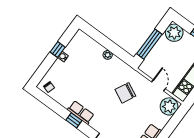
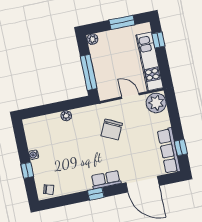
plant: (174, 33) -> (92, 39), width x0.53, depth x0.53
window: (58, 50) -> (27, 170), moved
row of seats: (81, 112) -> (106, 180), moved

